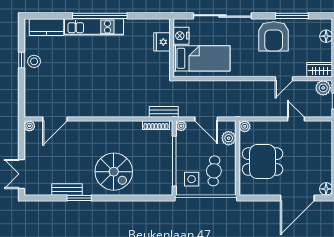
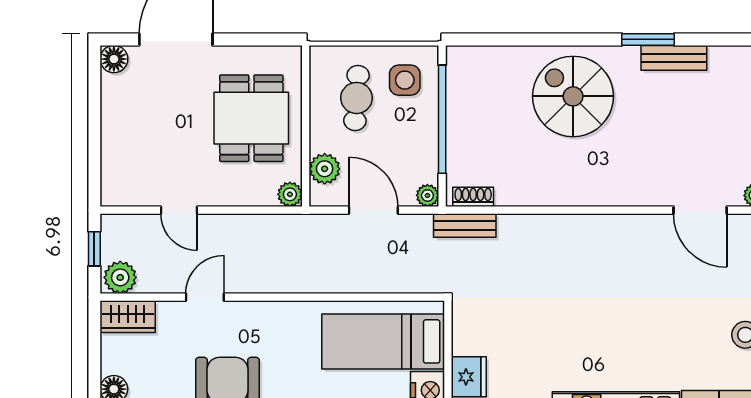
door: (55, 119) -> (700, 210), swing flipped
shoe rack: (156, 125) -> (473, 197), width x0.70
dining table: (263, 162) -> (251, 118), turned 90

